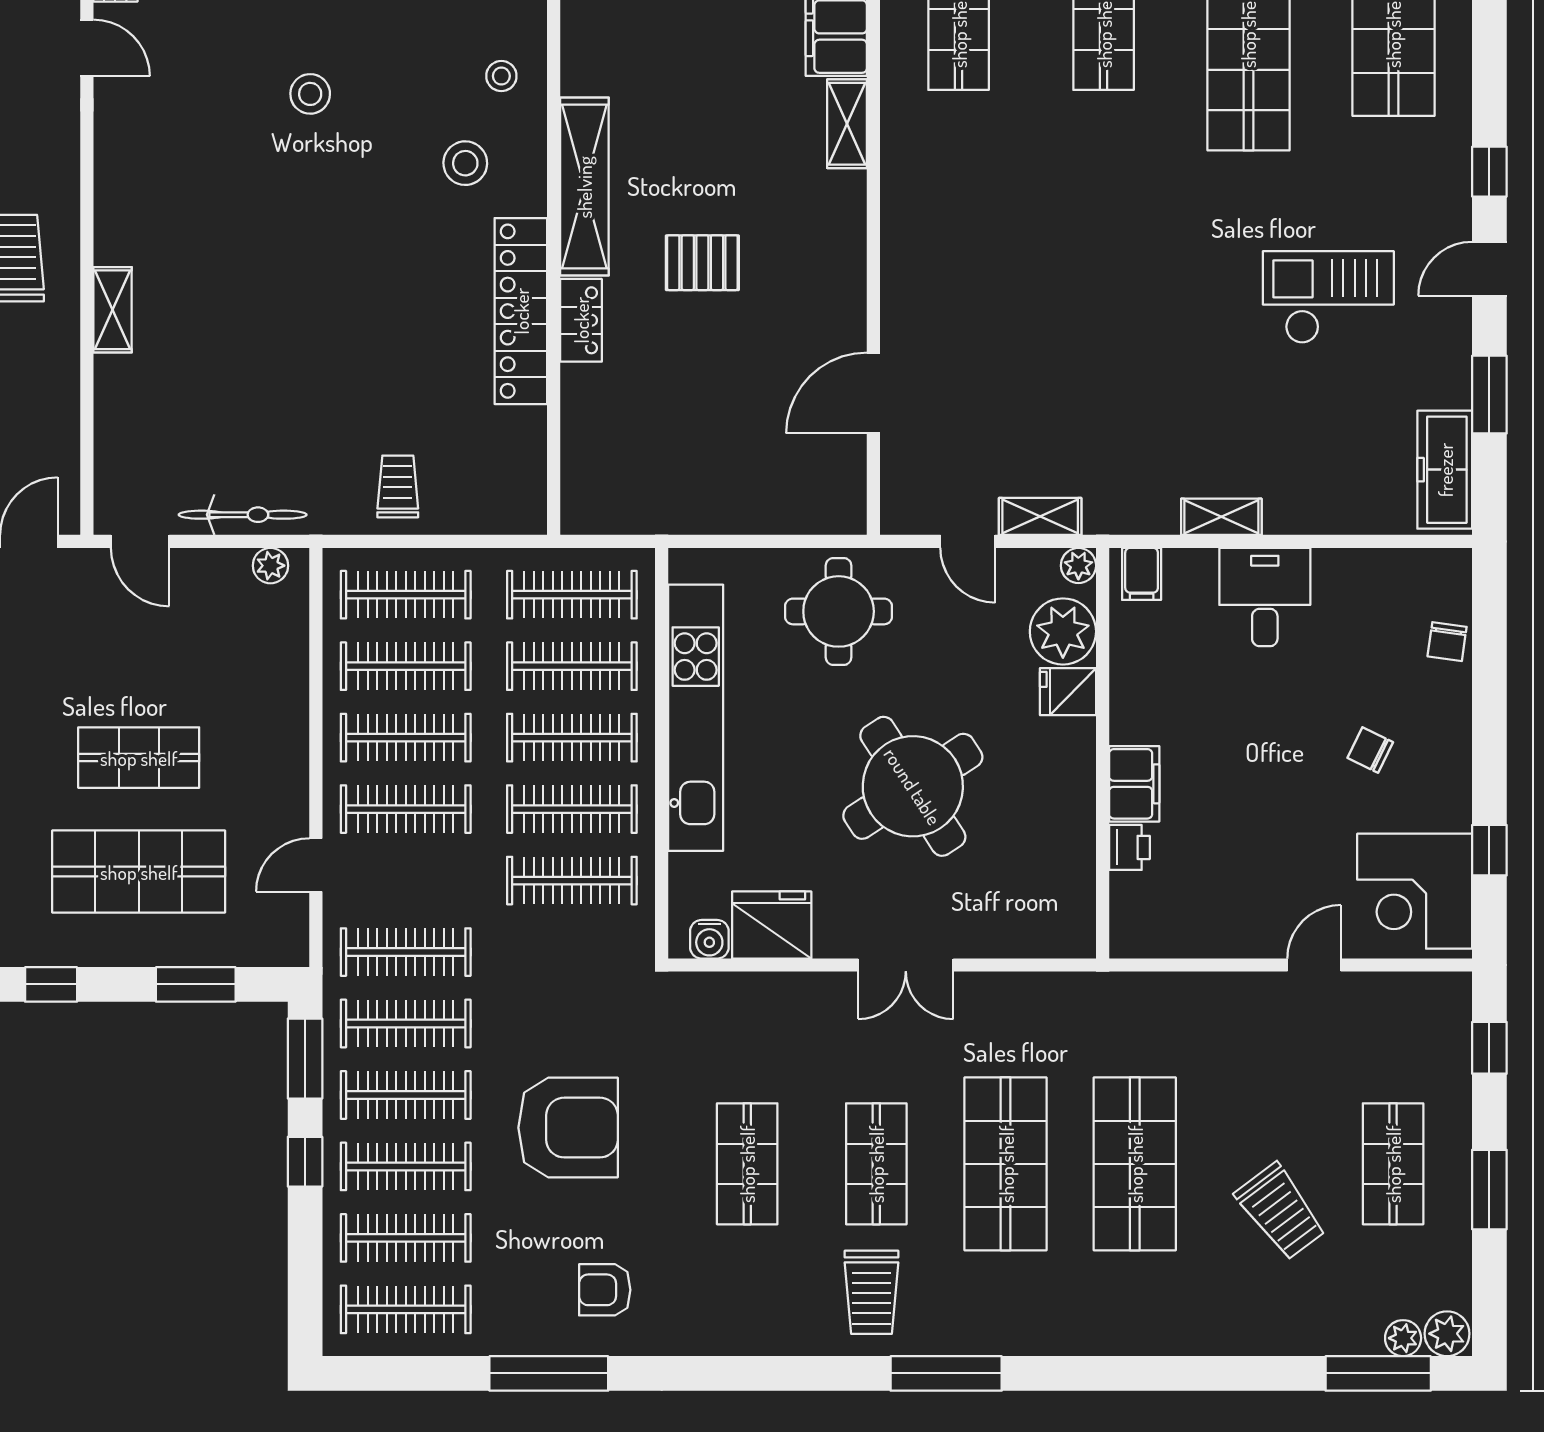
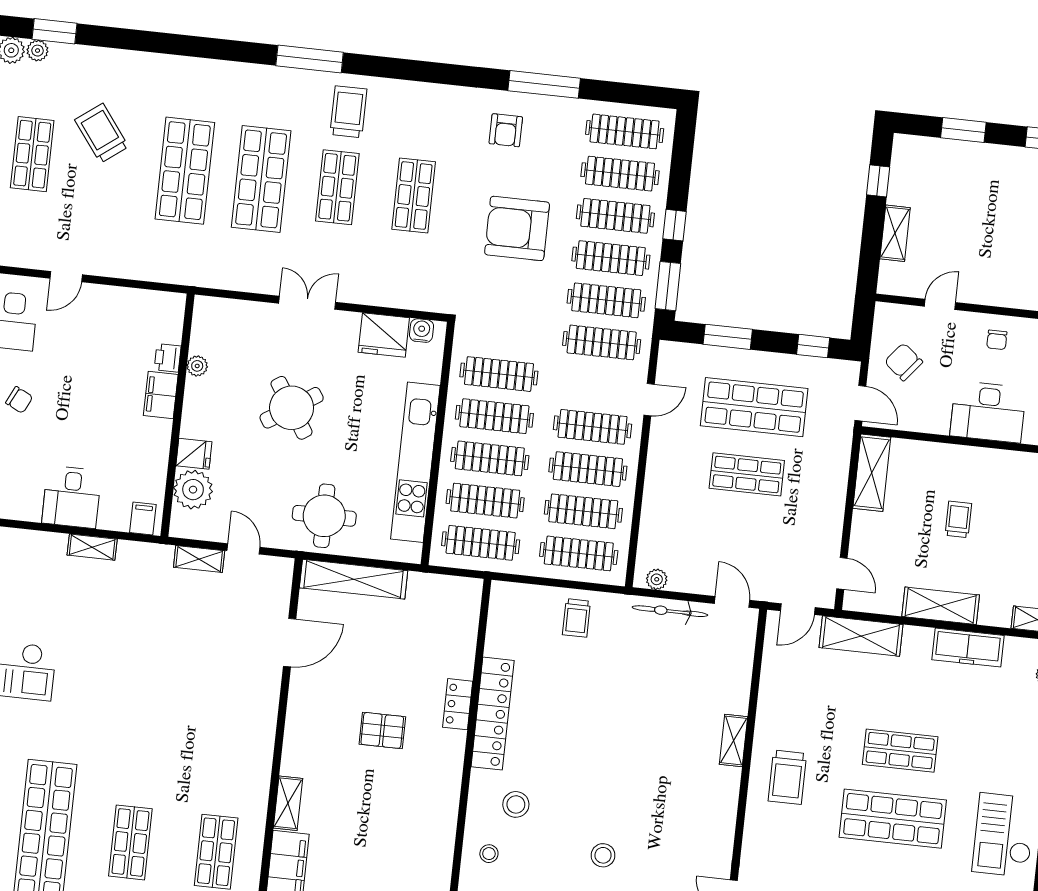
shelving: (584, 187) -> (354, 579), moved, turned 90
plant: (1078, 566) -> (197, 366), moved
round table: (913, 786) -> (292, 408), width x0.73, depth x0.73
armchair: (605, 1290) -> (506, 130), turned 90
window: (1378, 1373) -> (54, 31), width x0.69

